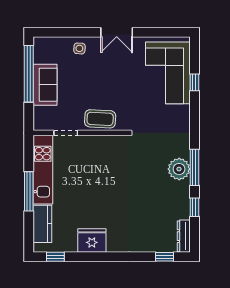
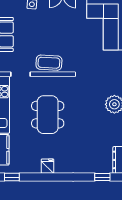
dining table: (99, 182) -> (48, 115), added
fridge: (92, 241) -> (48, 166), width x0.53, depth x0.75

